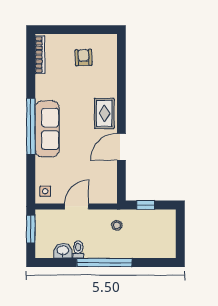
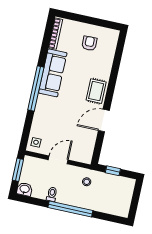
sofa: (47, 129) -> (53, 73), moved
washbasin: (63, 251) -> (25, 189), moved

